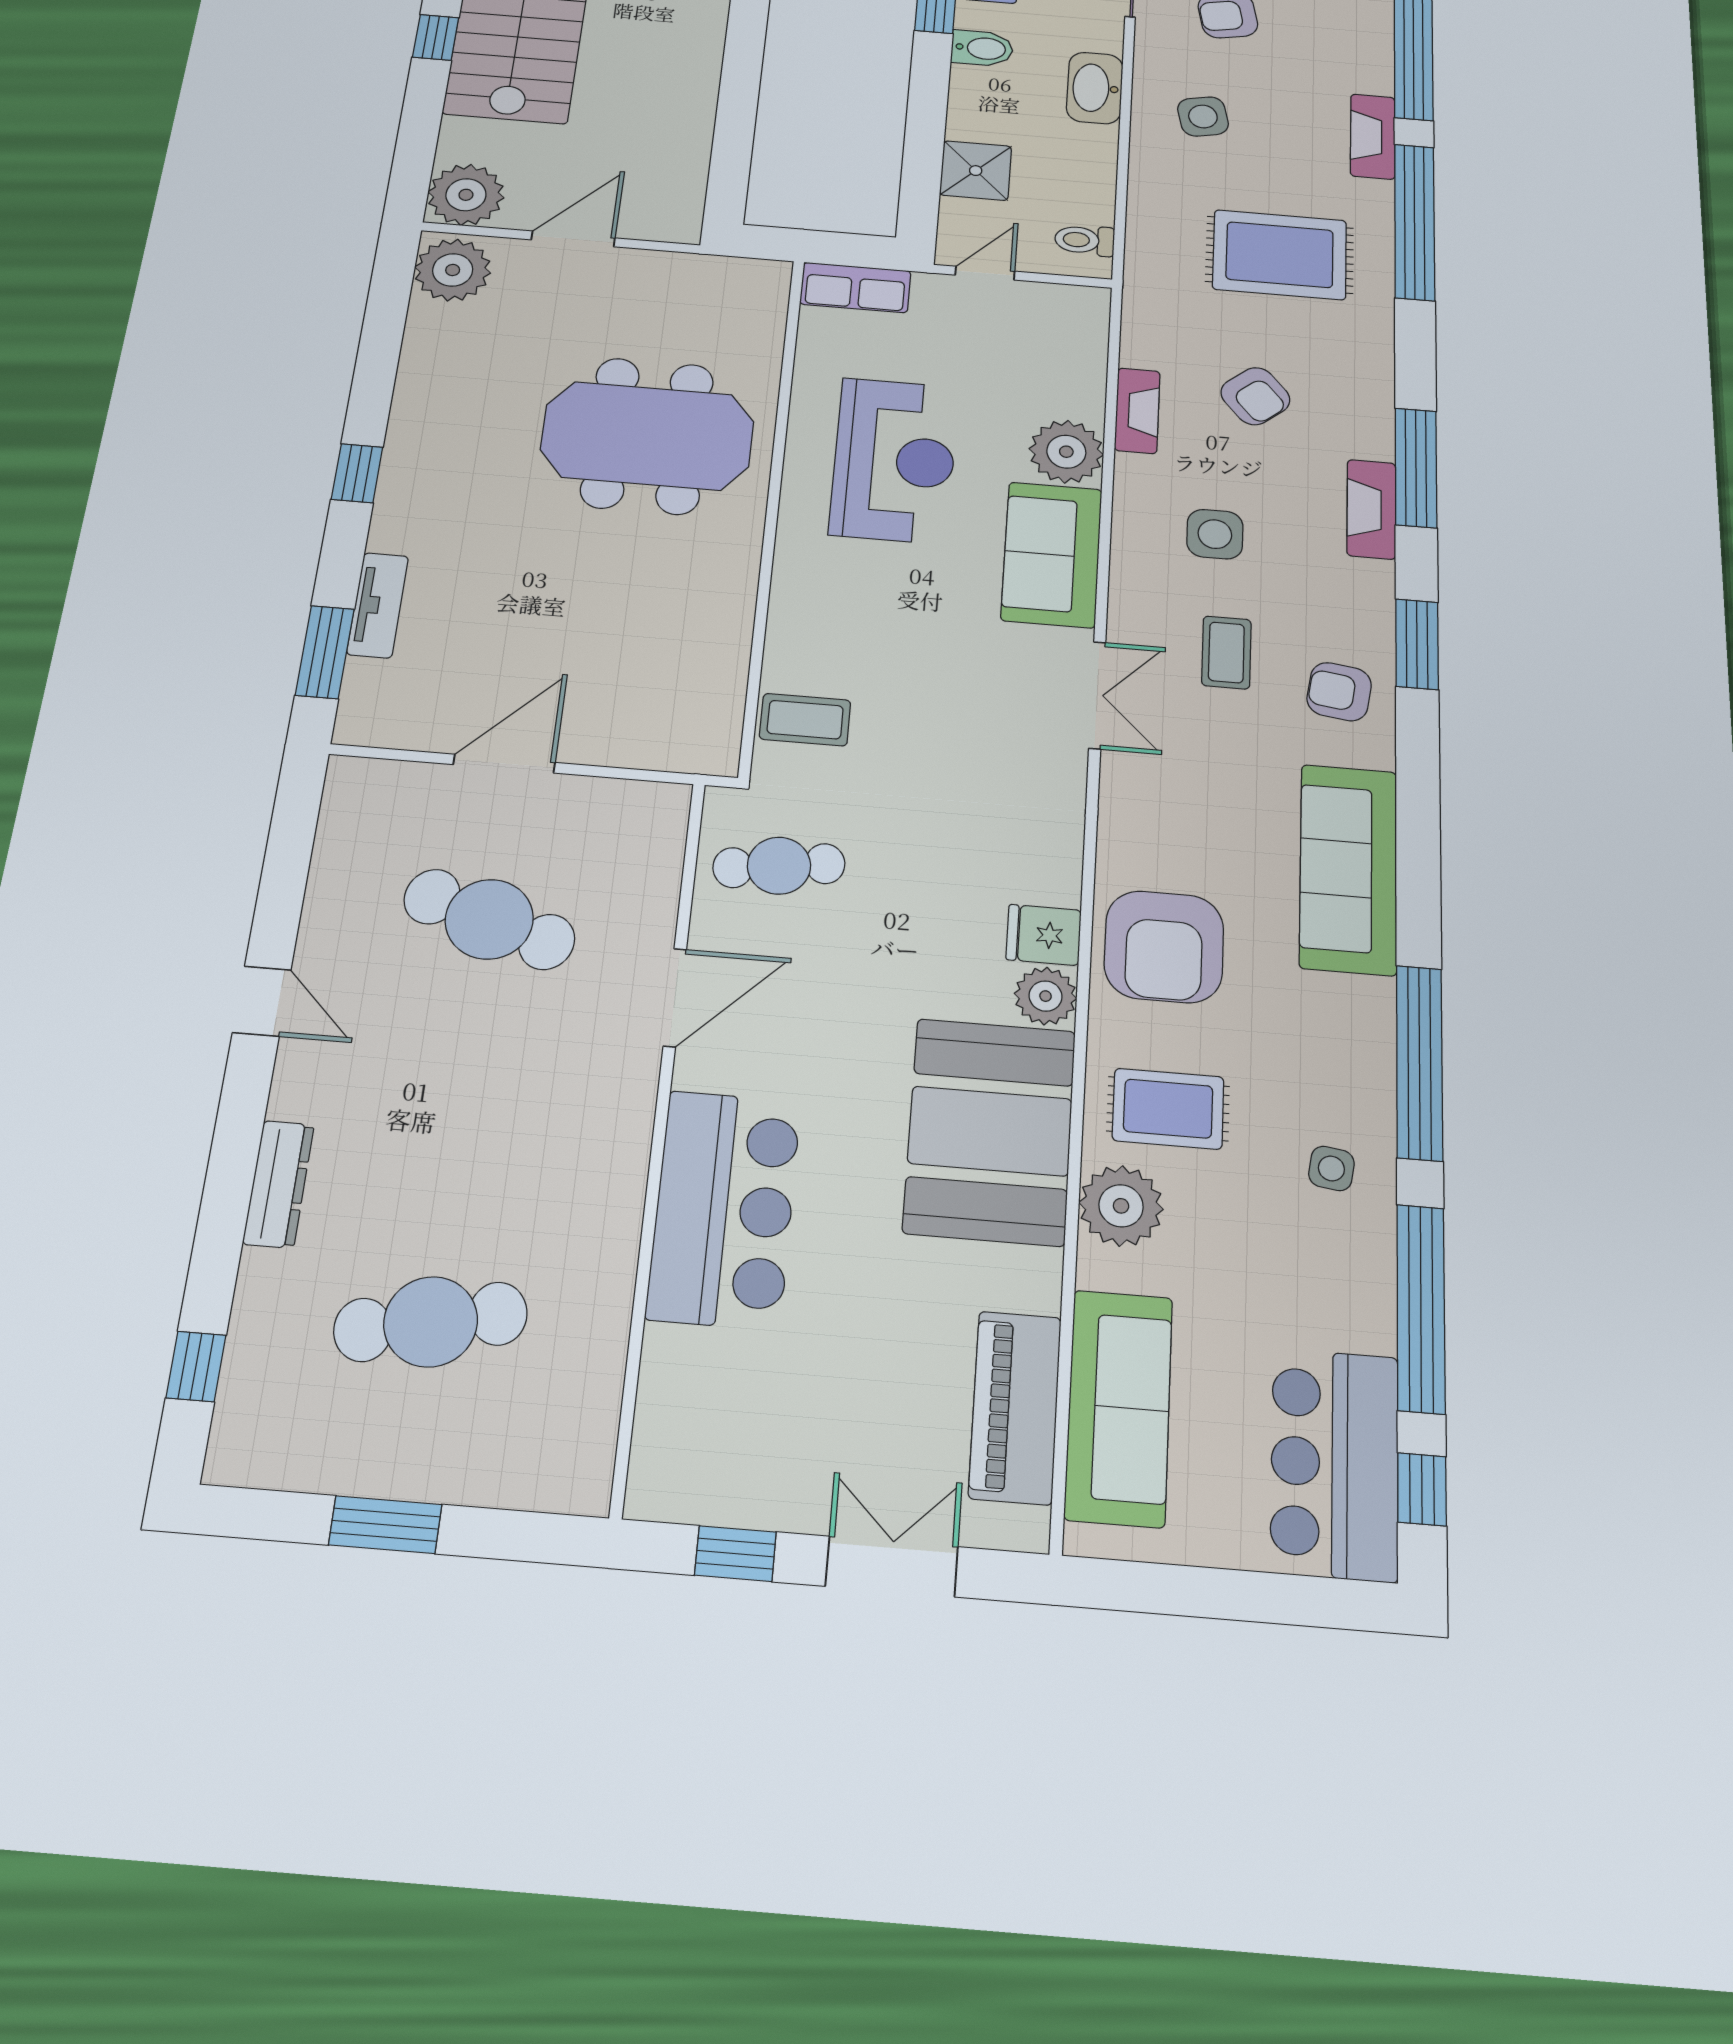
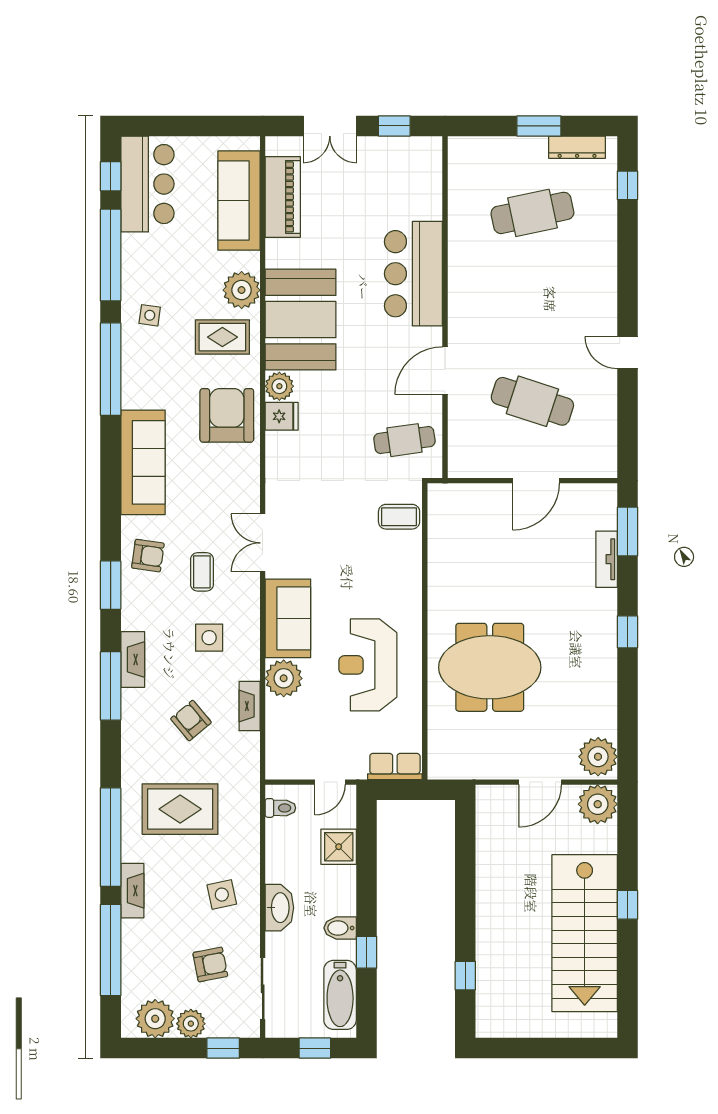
dresser: (278, 1184) -> (577, 147), moved, turned -90

